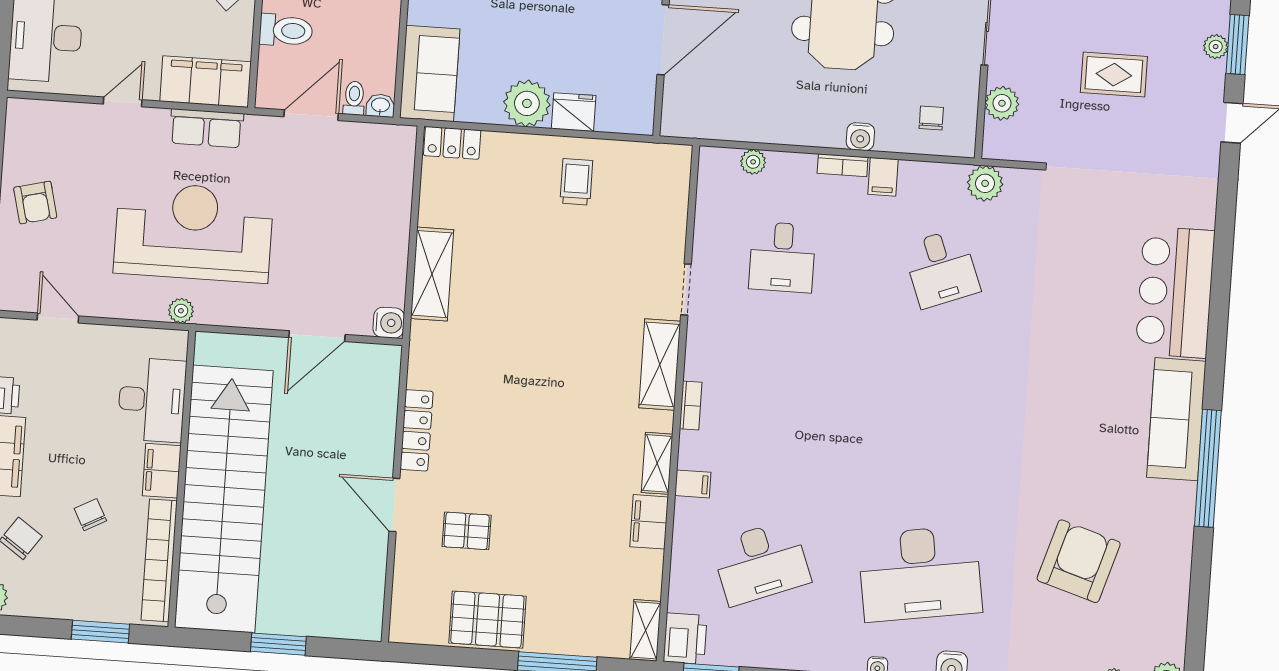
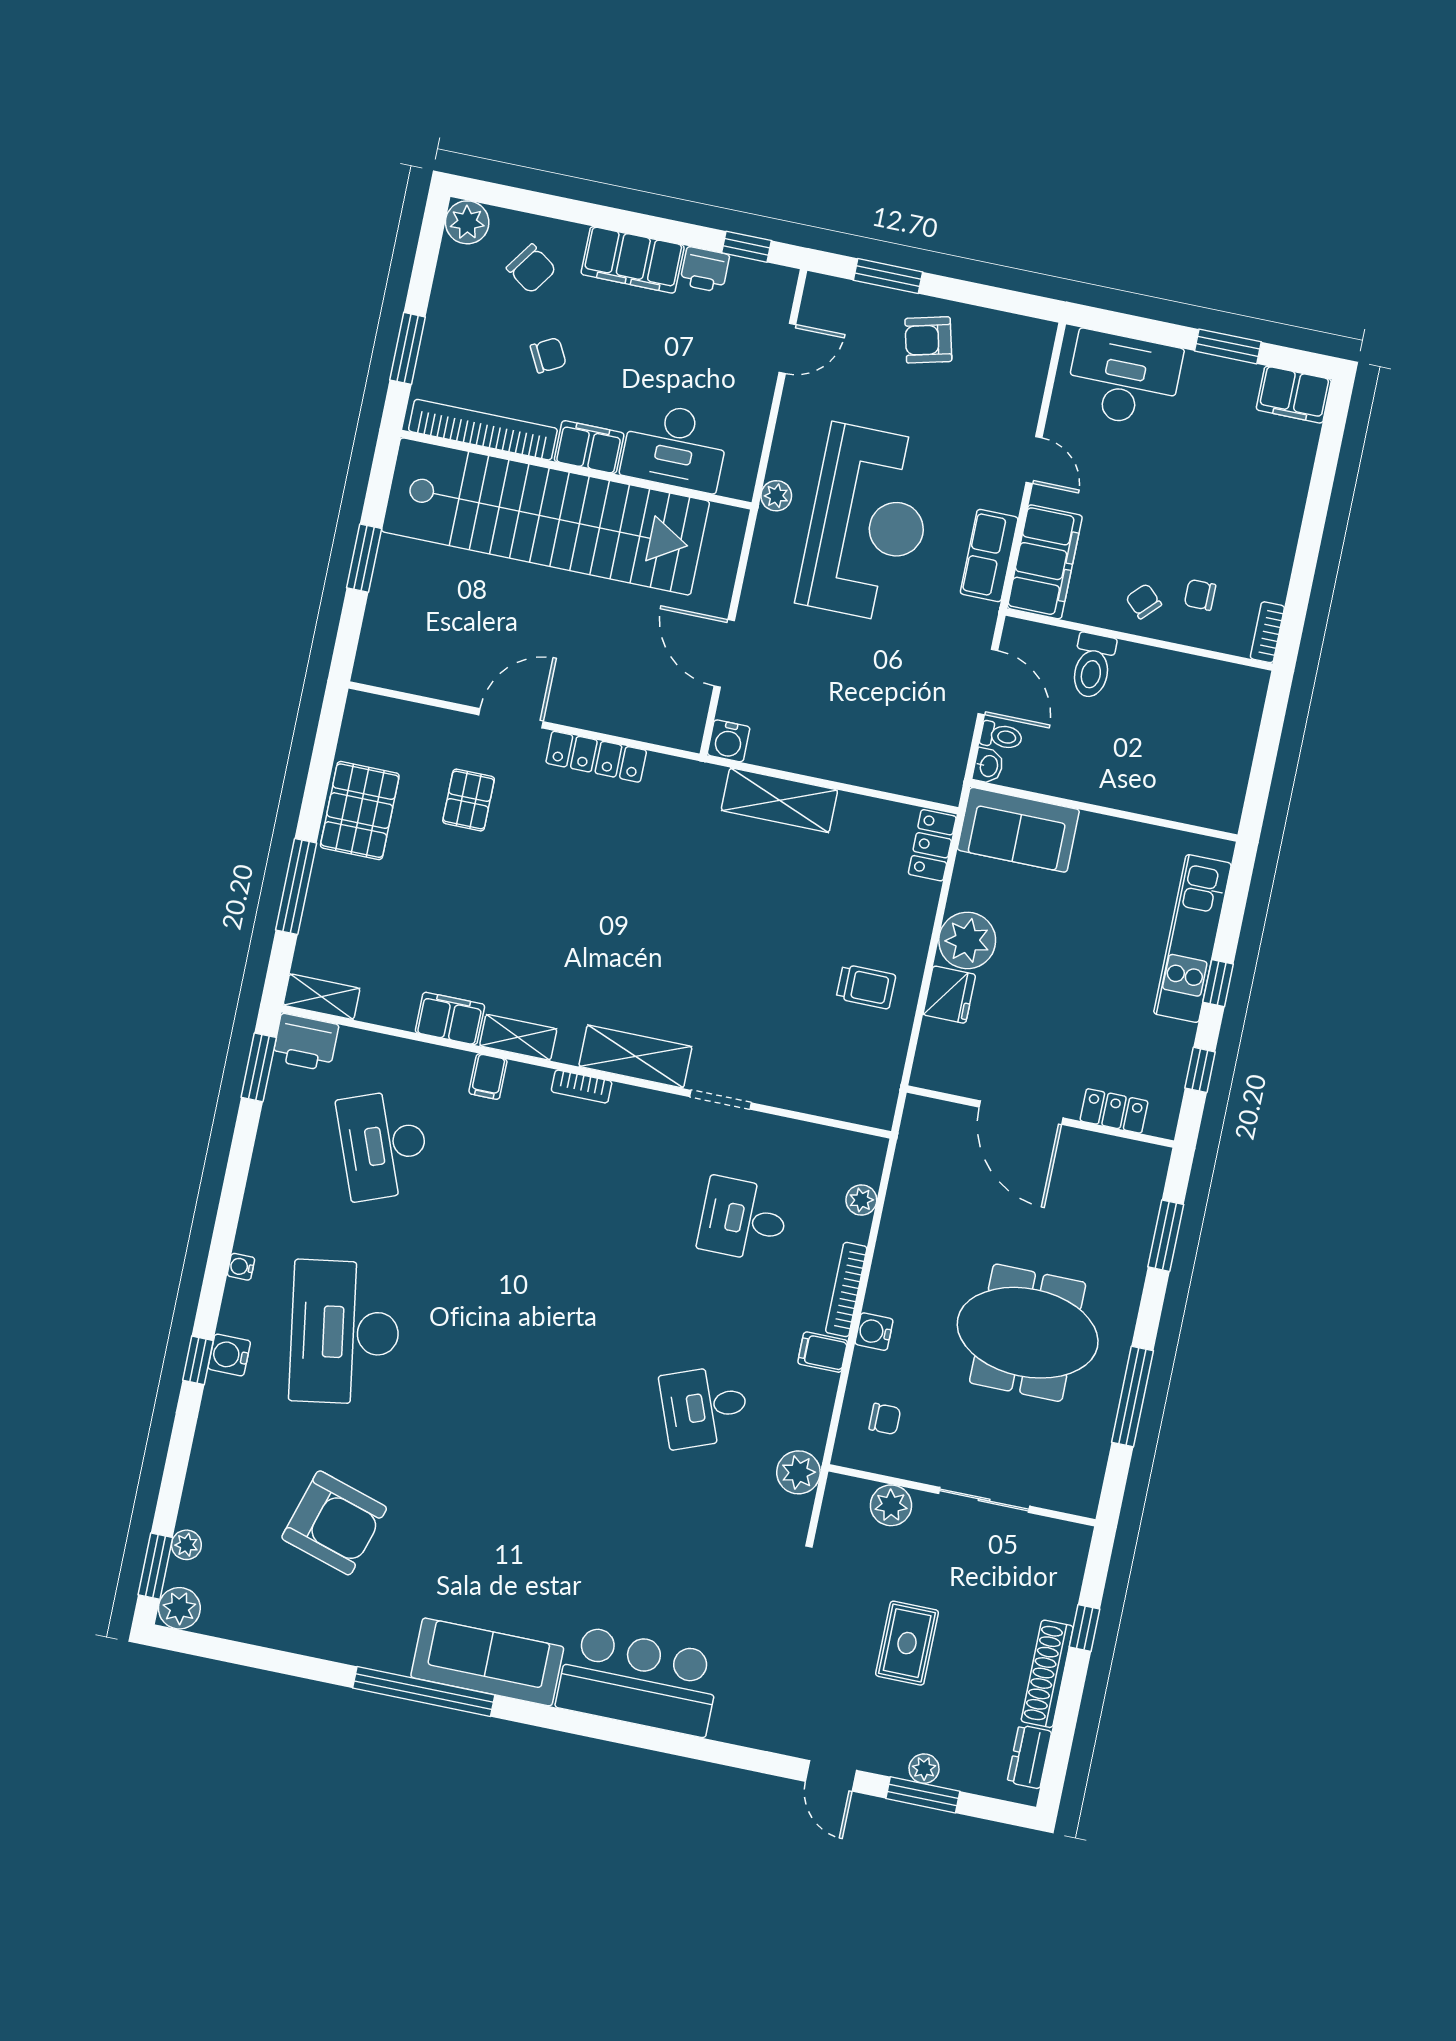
bookcase: (843, 165) -> (846, 1290), width x1.56

